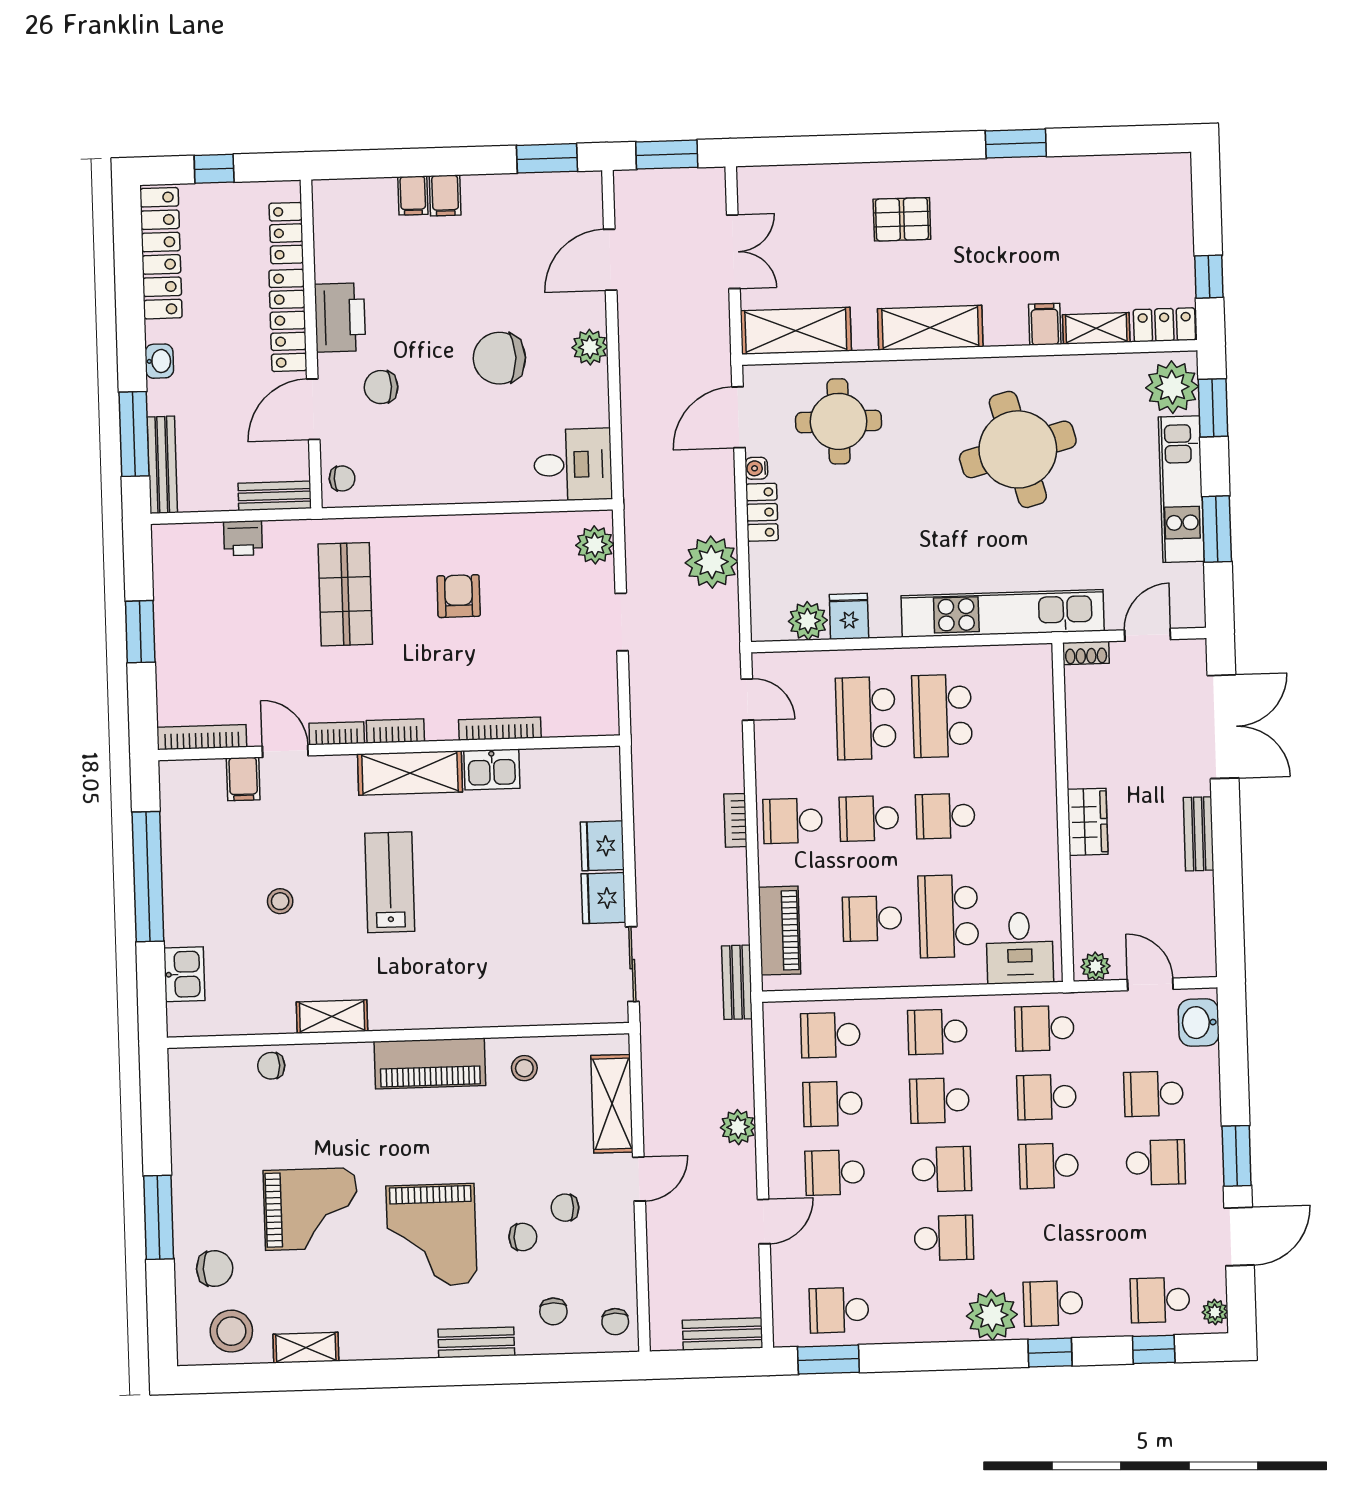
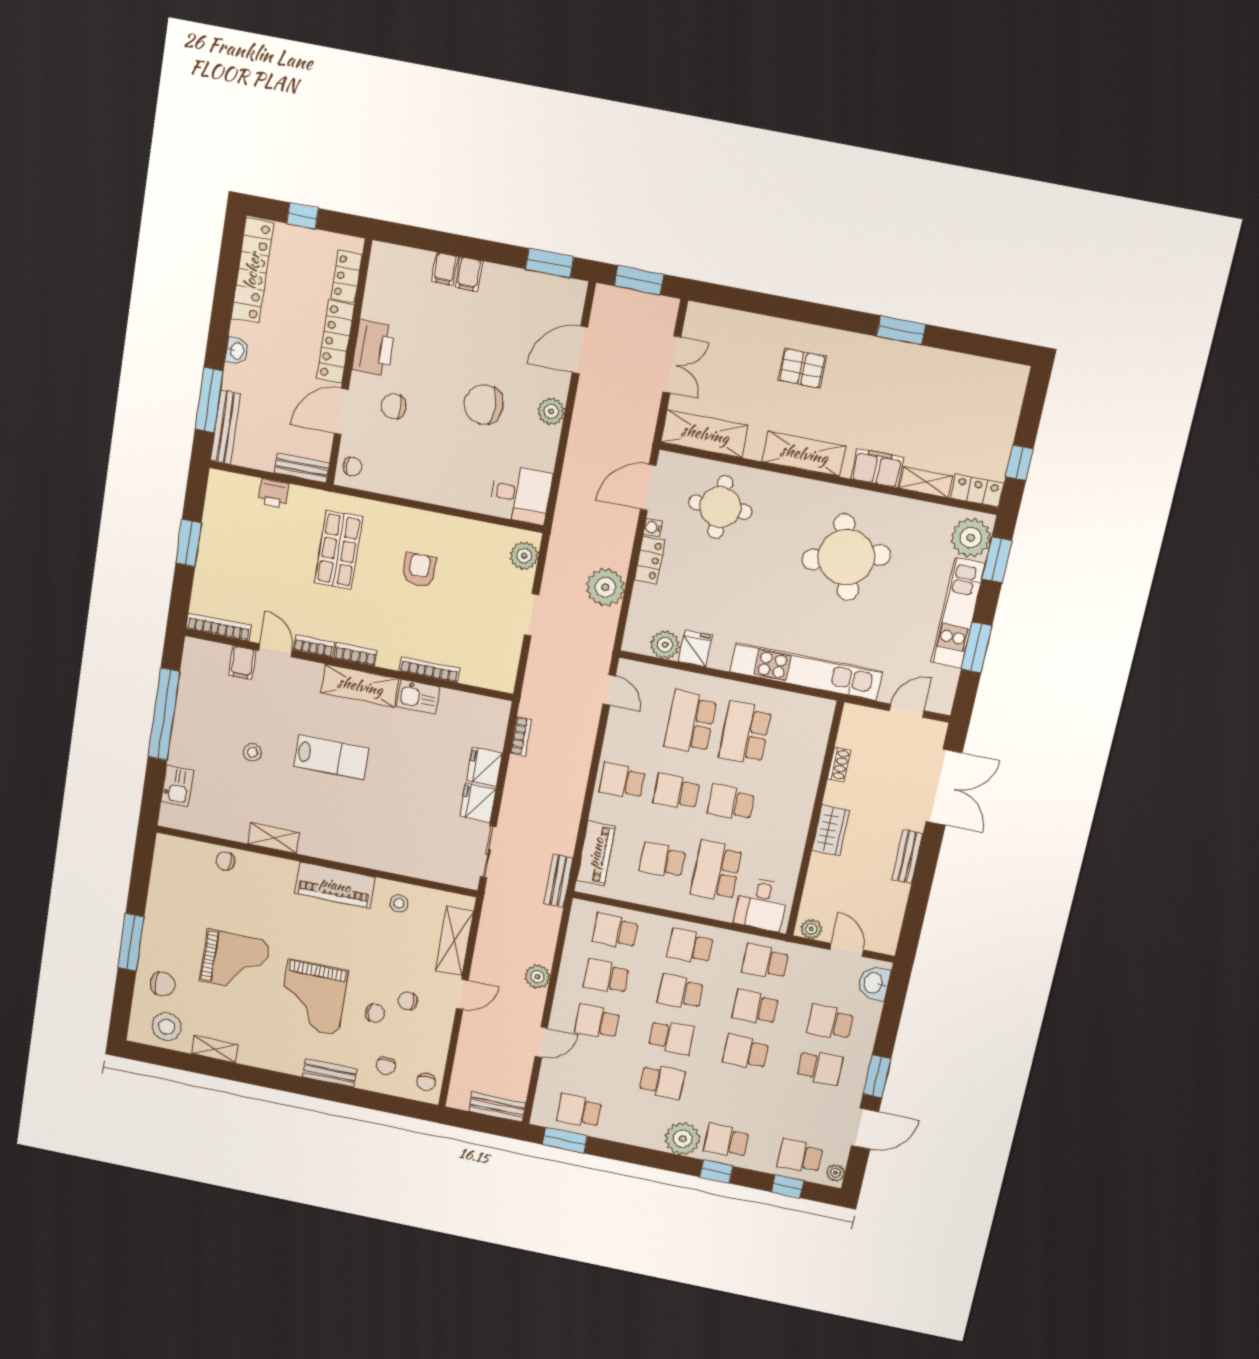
filing cabinet: (1045, 324) -> (877, 468), width x2.00
shoe rack: (1086, 653) -> (839, 764), moved, turned -90
bookcase: (735, 820) -> (521, 736), moved, turned 180
lab bench: (390, 882) -> (331, 757), turned 90

